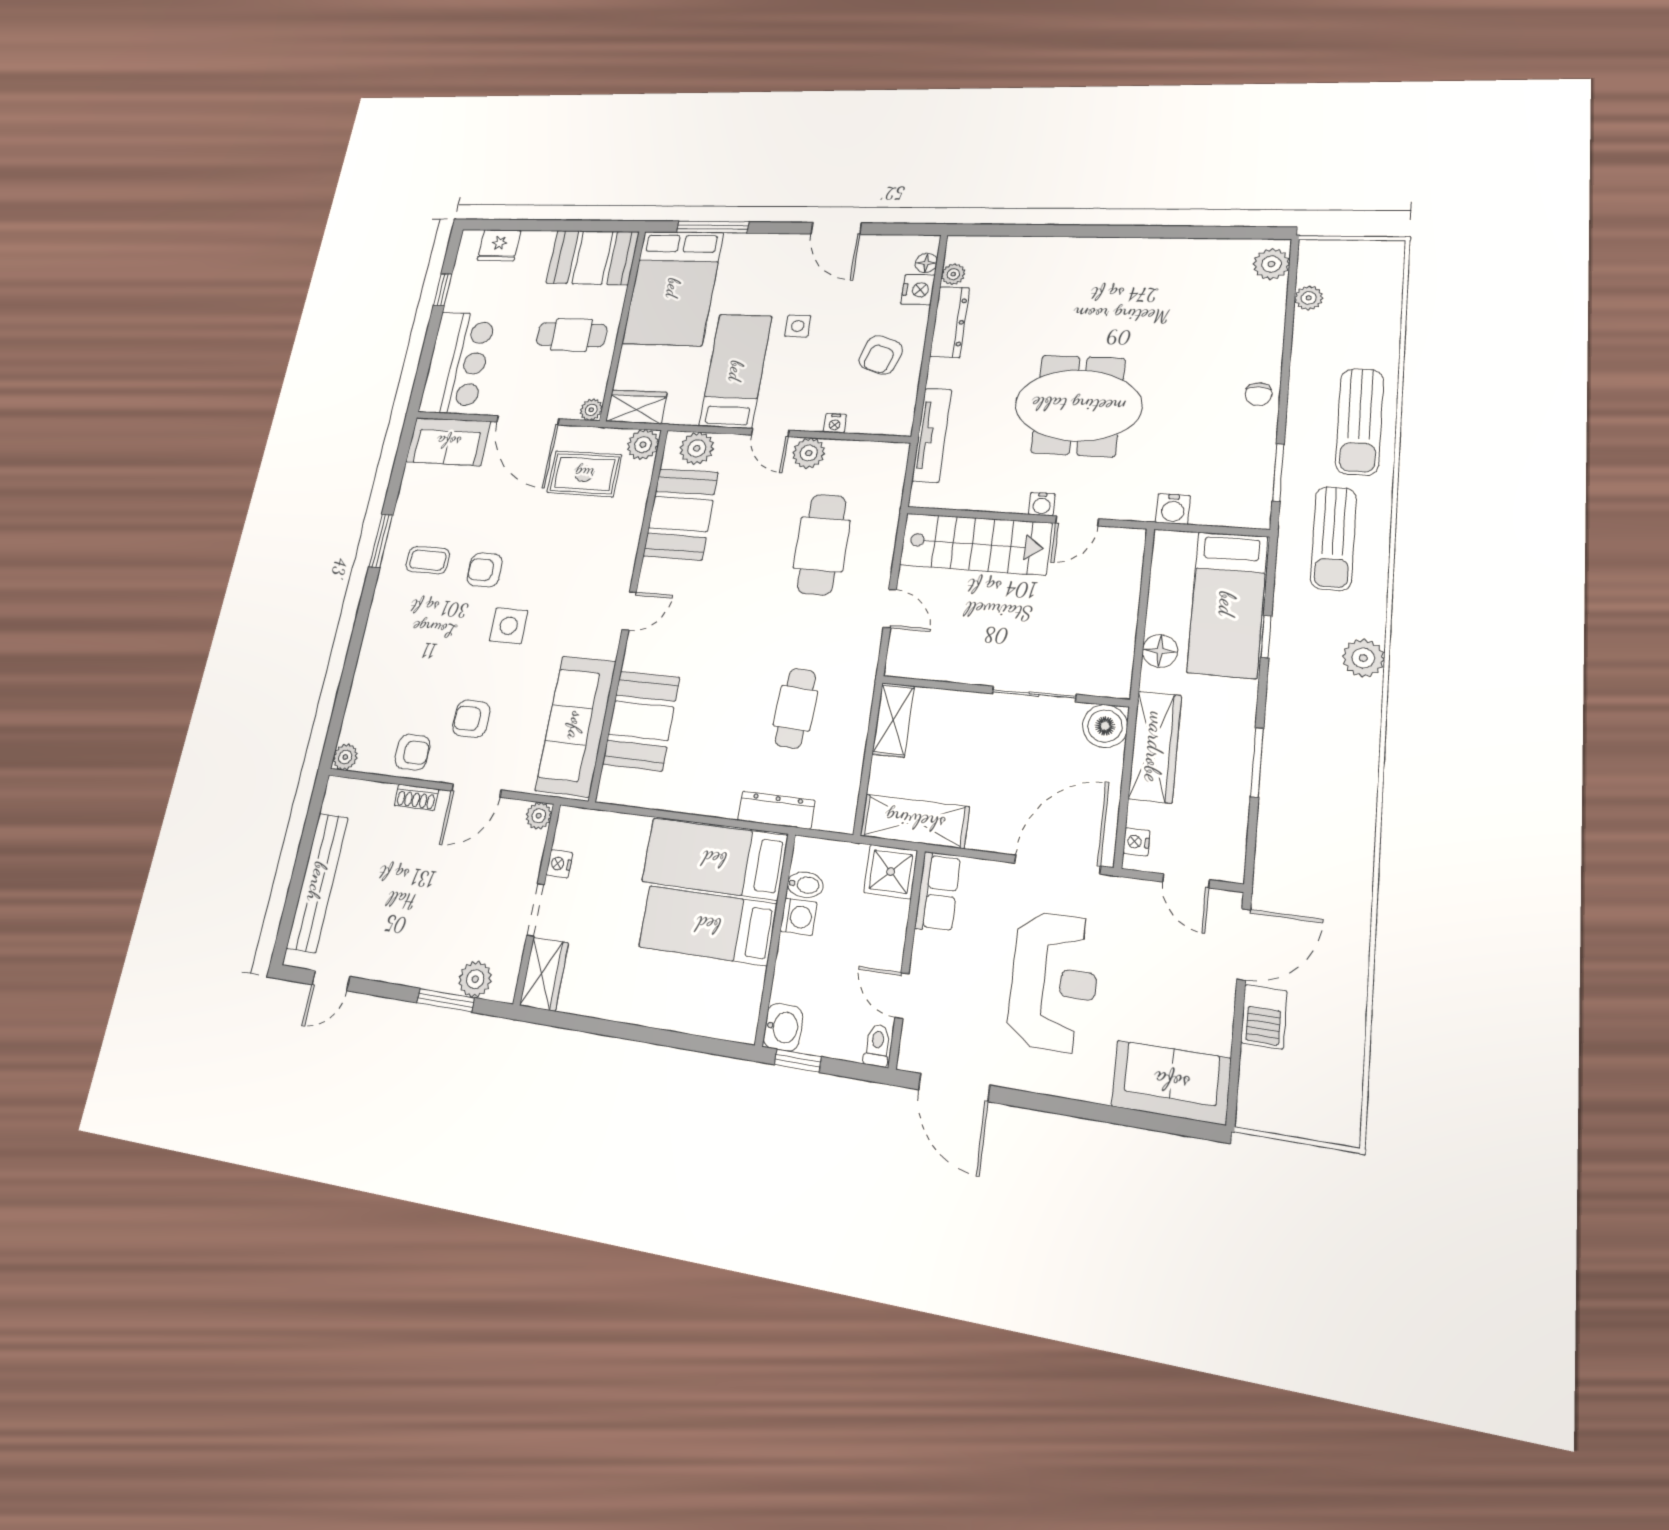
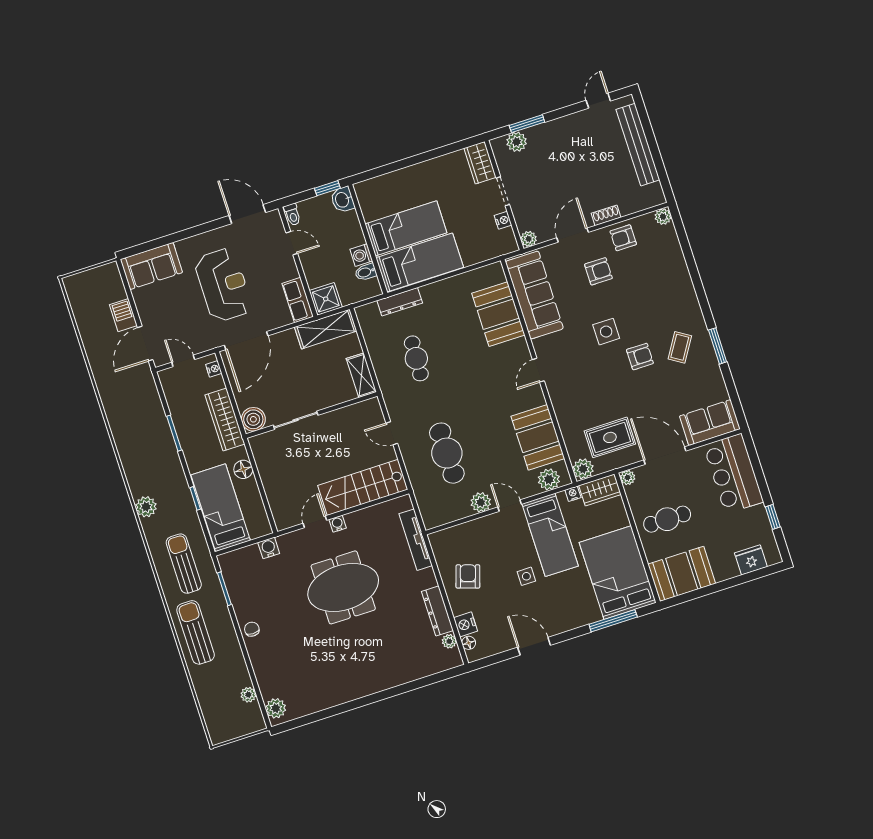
nightstand: (835, 423) -> (573, 494), moved
coffee table: (428, 560) -> (680, 347), turned -58
reception desk: (1054, 981) -> (223, 285), turned 180

